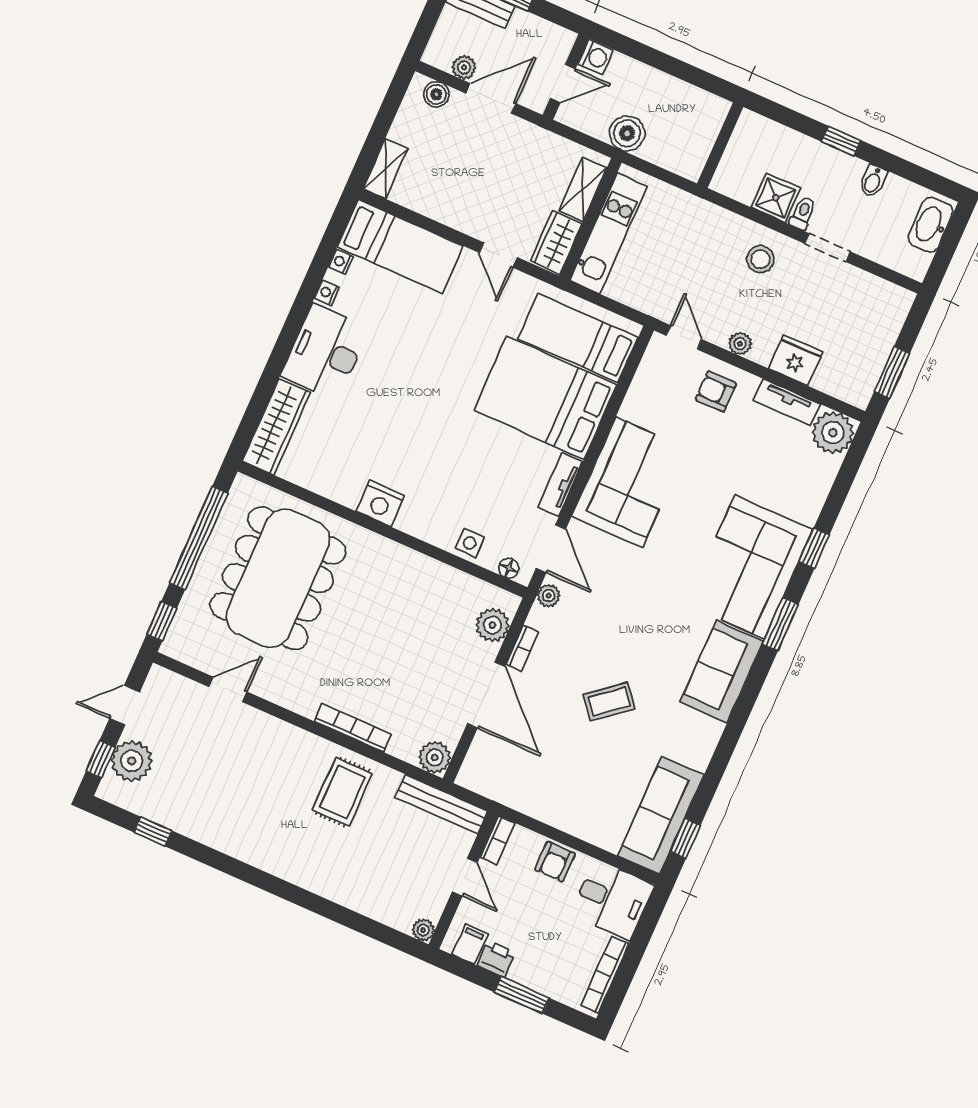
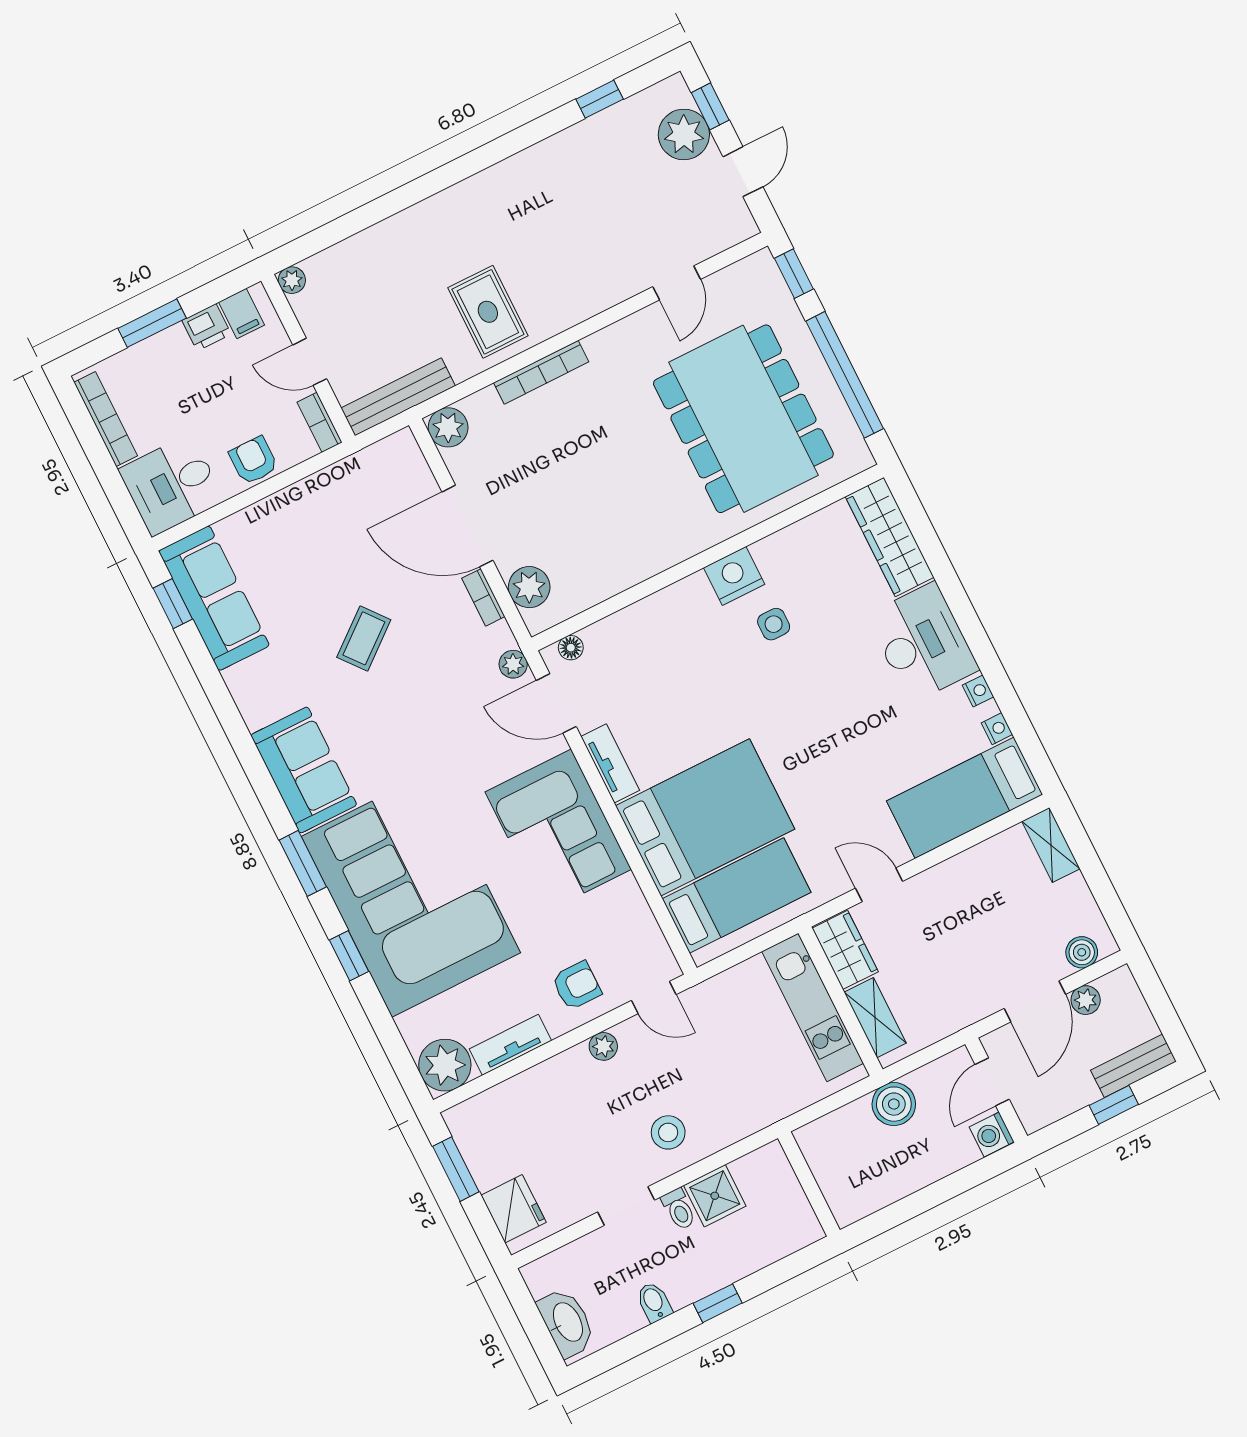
fridge: (796, 360) -> (514, 1209), moved, turned -90
side table: (470, 543) -> (774, 624), moved
corner sofa: (750, 567) -> (411, 895), width x1.36, depth x1.36

